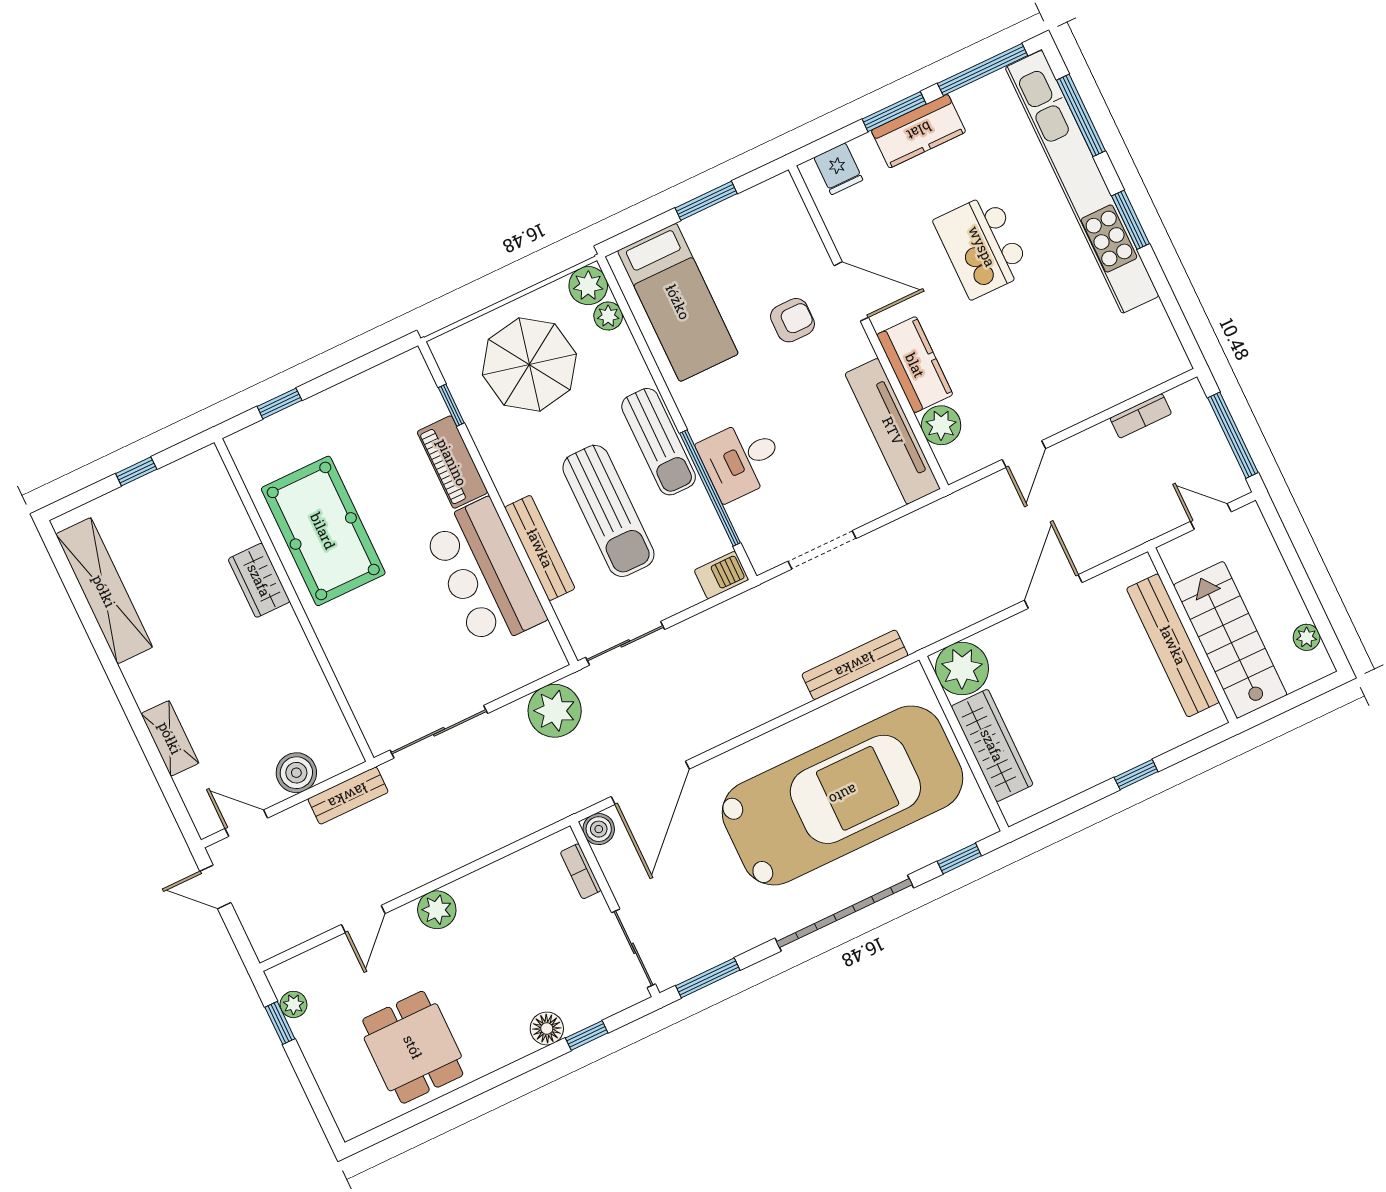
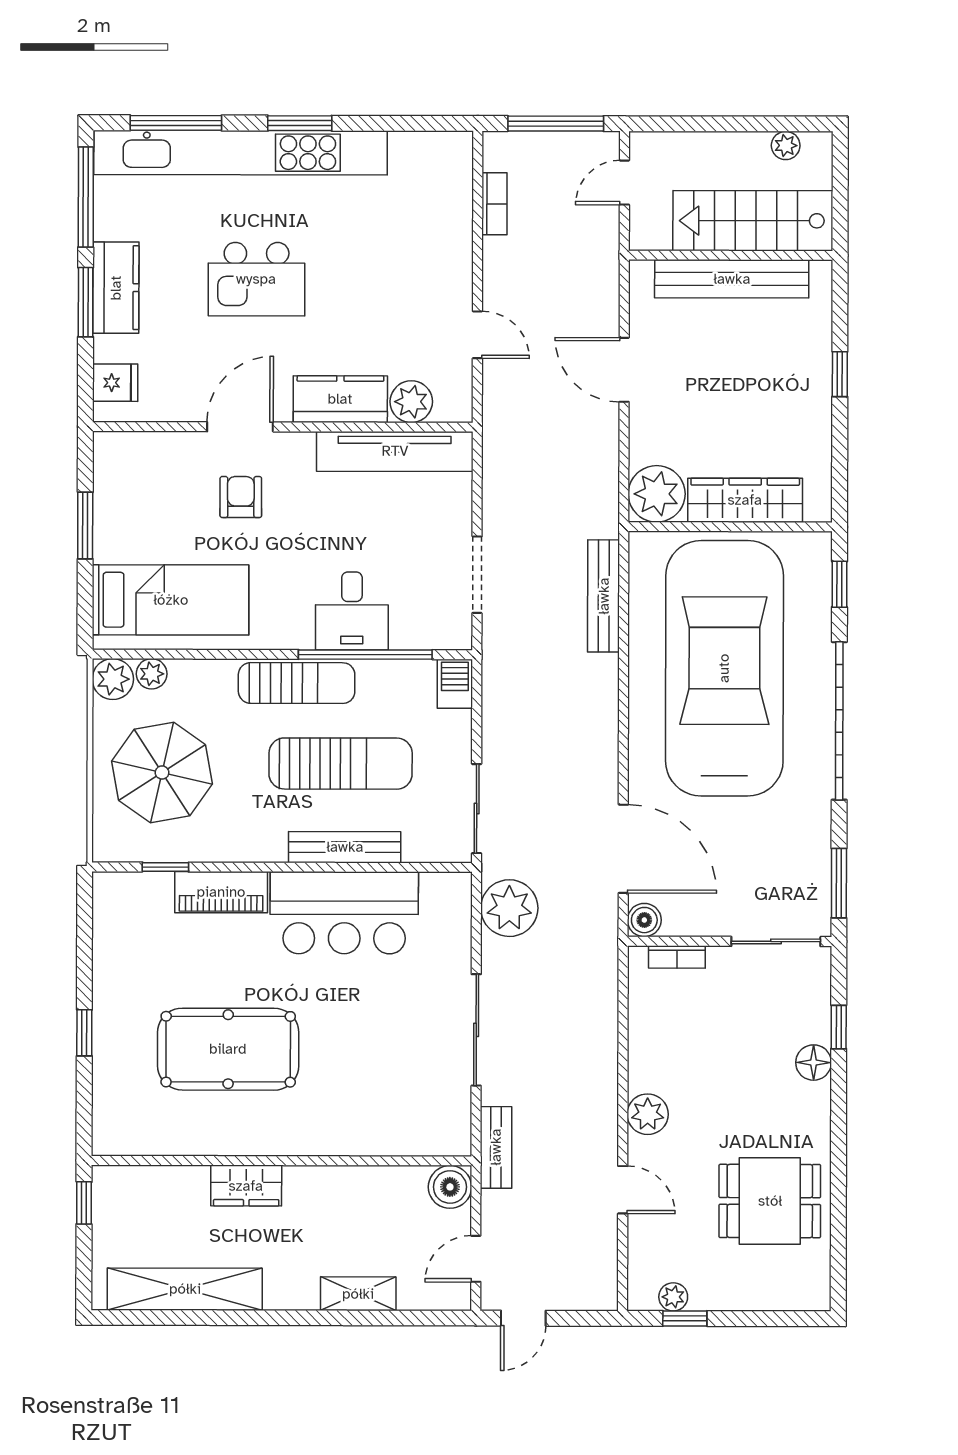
wardrobe: (259, 580) -> (246, 1186), moved
wall: (294, 600) -> (281, 1161), moved

